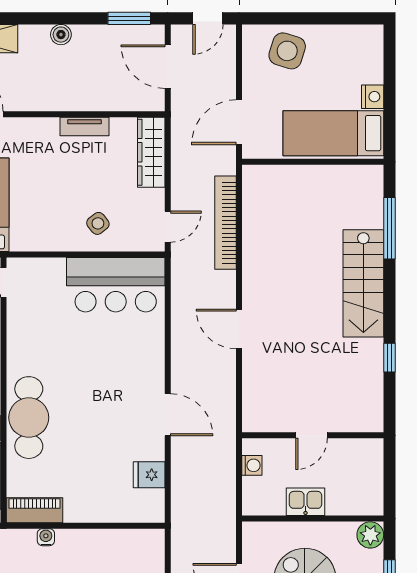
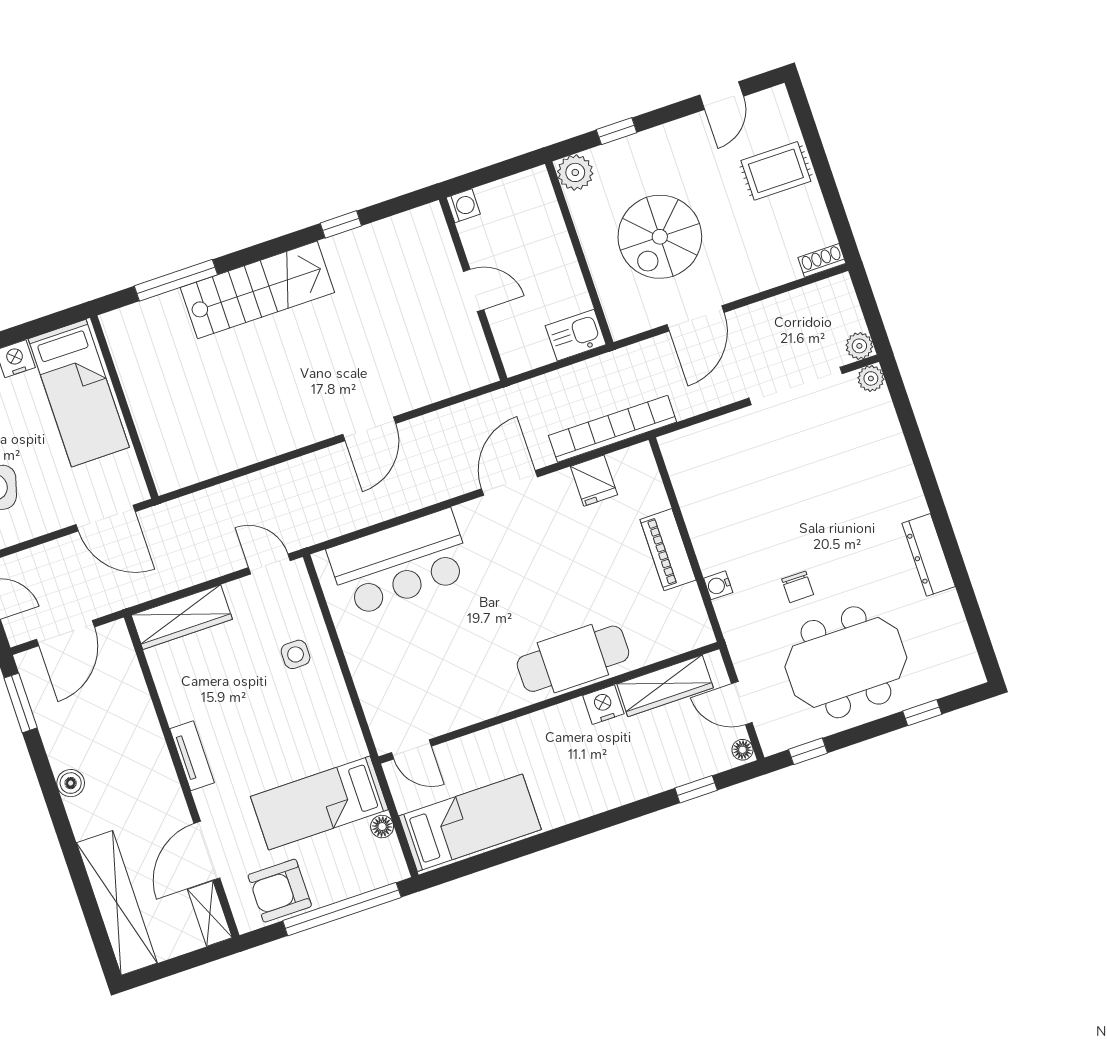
tv unit: (84, 126) -> (192, 756), moved
side table: (98, 223) -> (296, 654), turned 38
bookcase: (226, 223) -> (613, 429), moved, turned 180
bar counter: (116, 285) -> (400, 563), moved, turned 90
washing machine: (252, 465) -> (463, 206), moved, turned 90
kitchen sink: (306, 502) -> (576, 335), moved, turned 90
piano: (34, 510) -> (668, 550), moved

